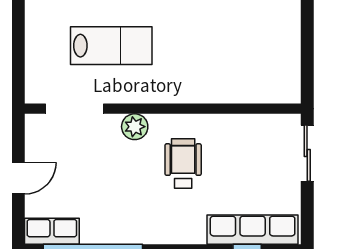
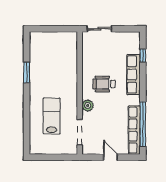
row of seats: (253, 230) -> (133, 75), moved
row of seats: (52, 231) -> (134, 130), width x2.02

